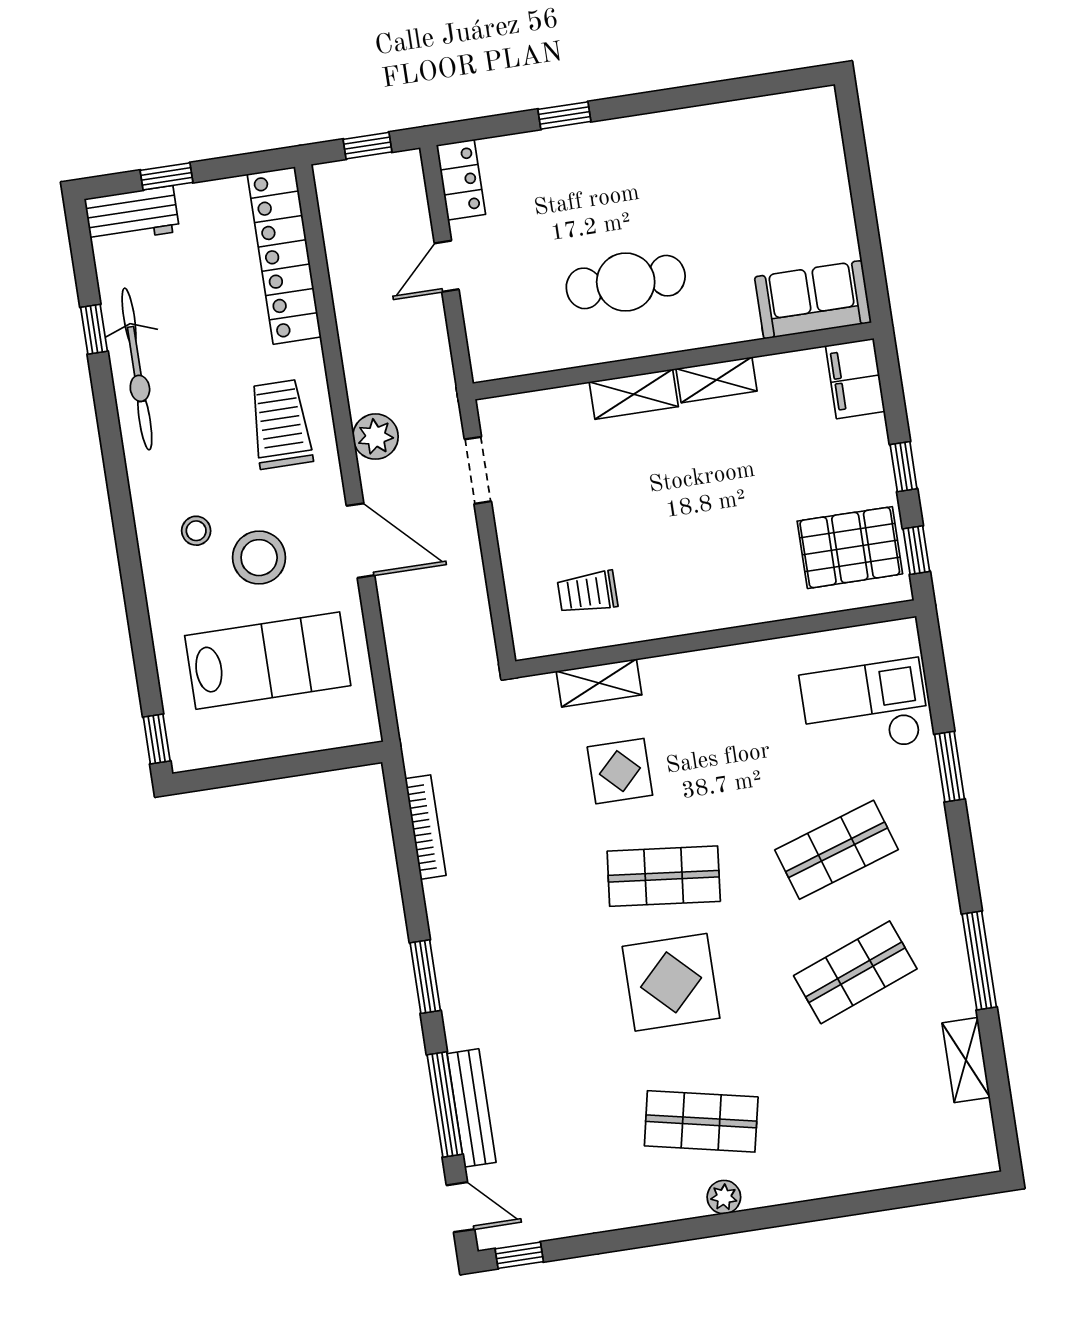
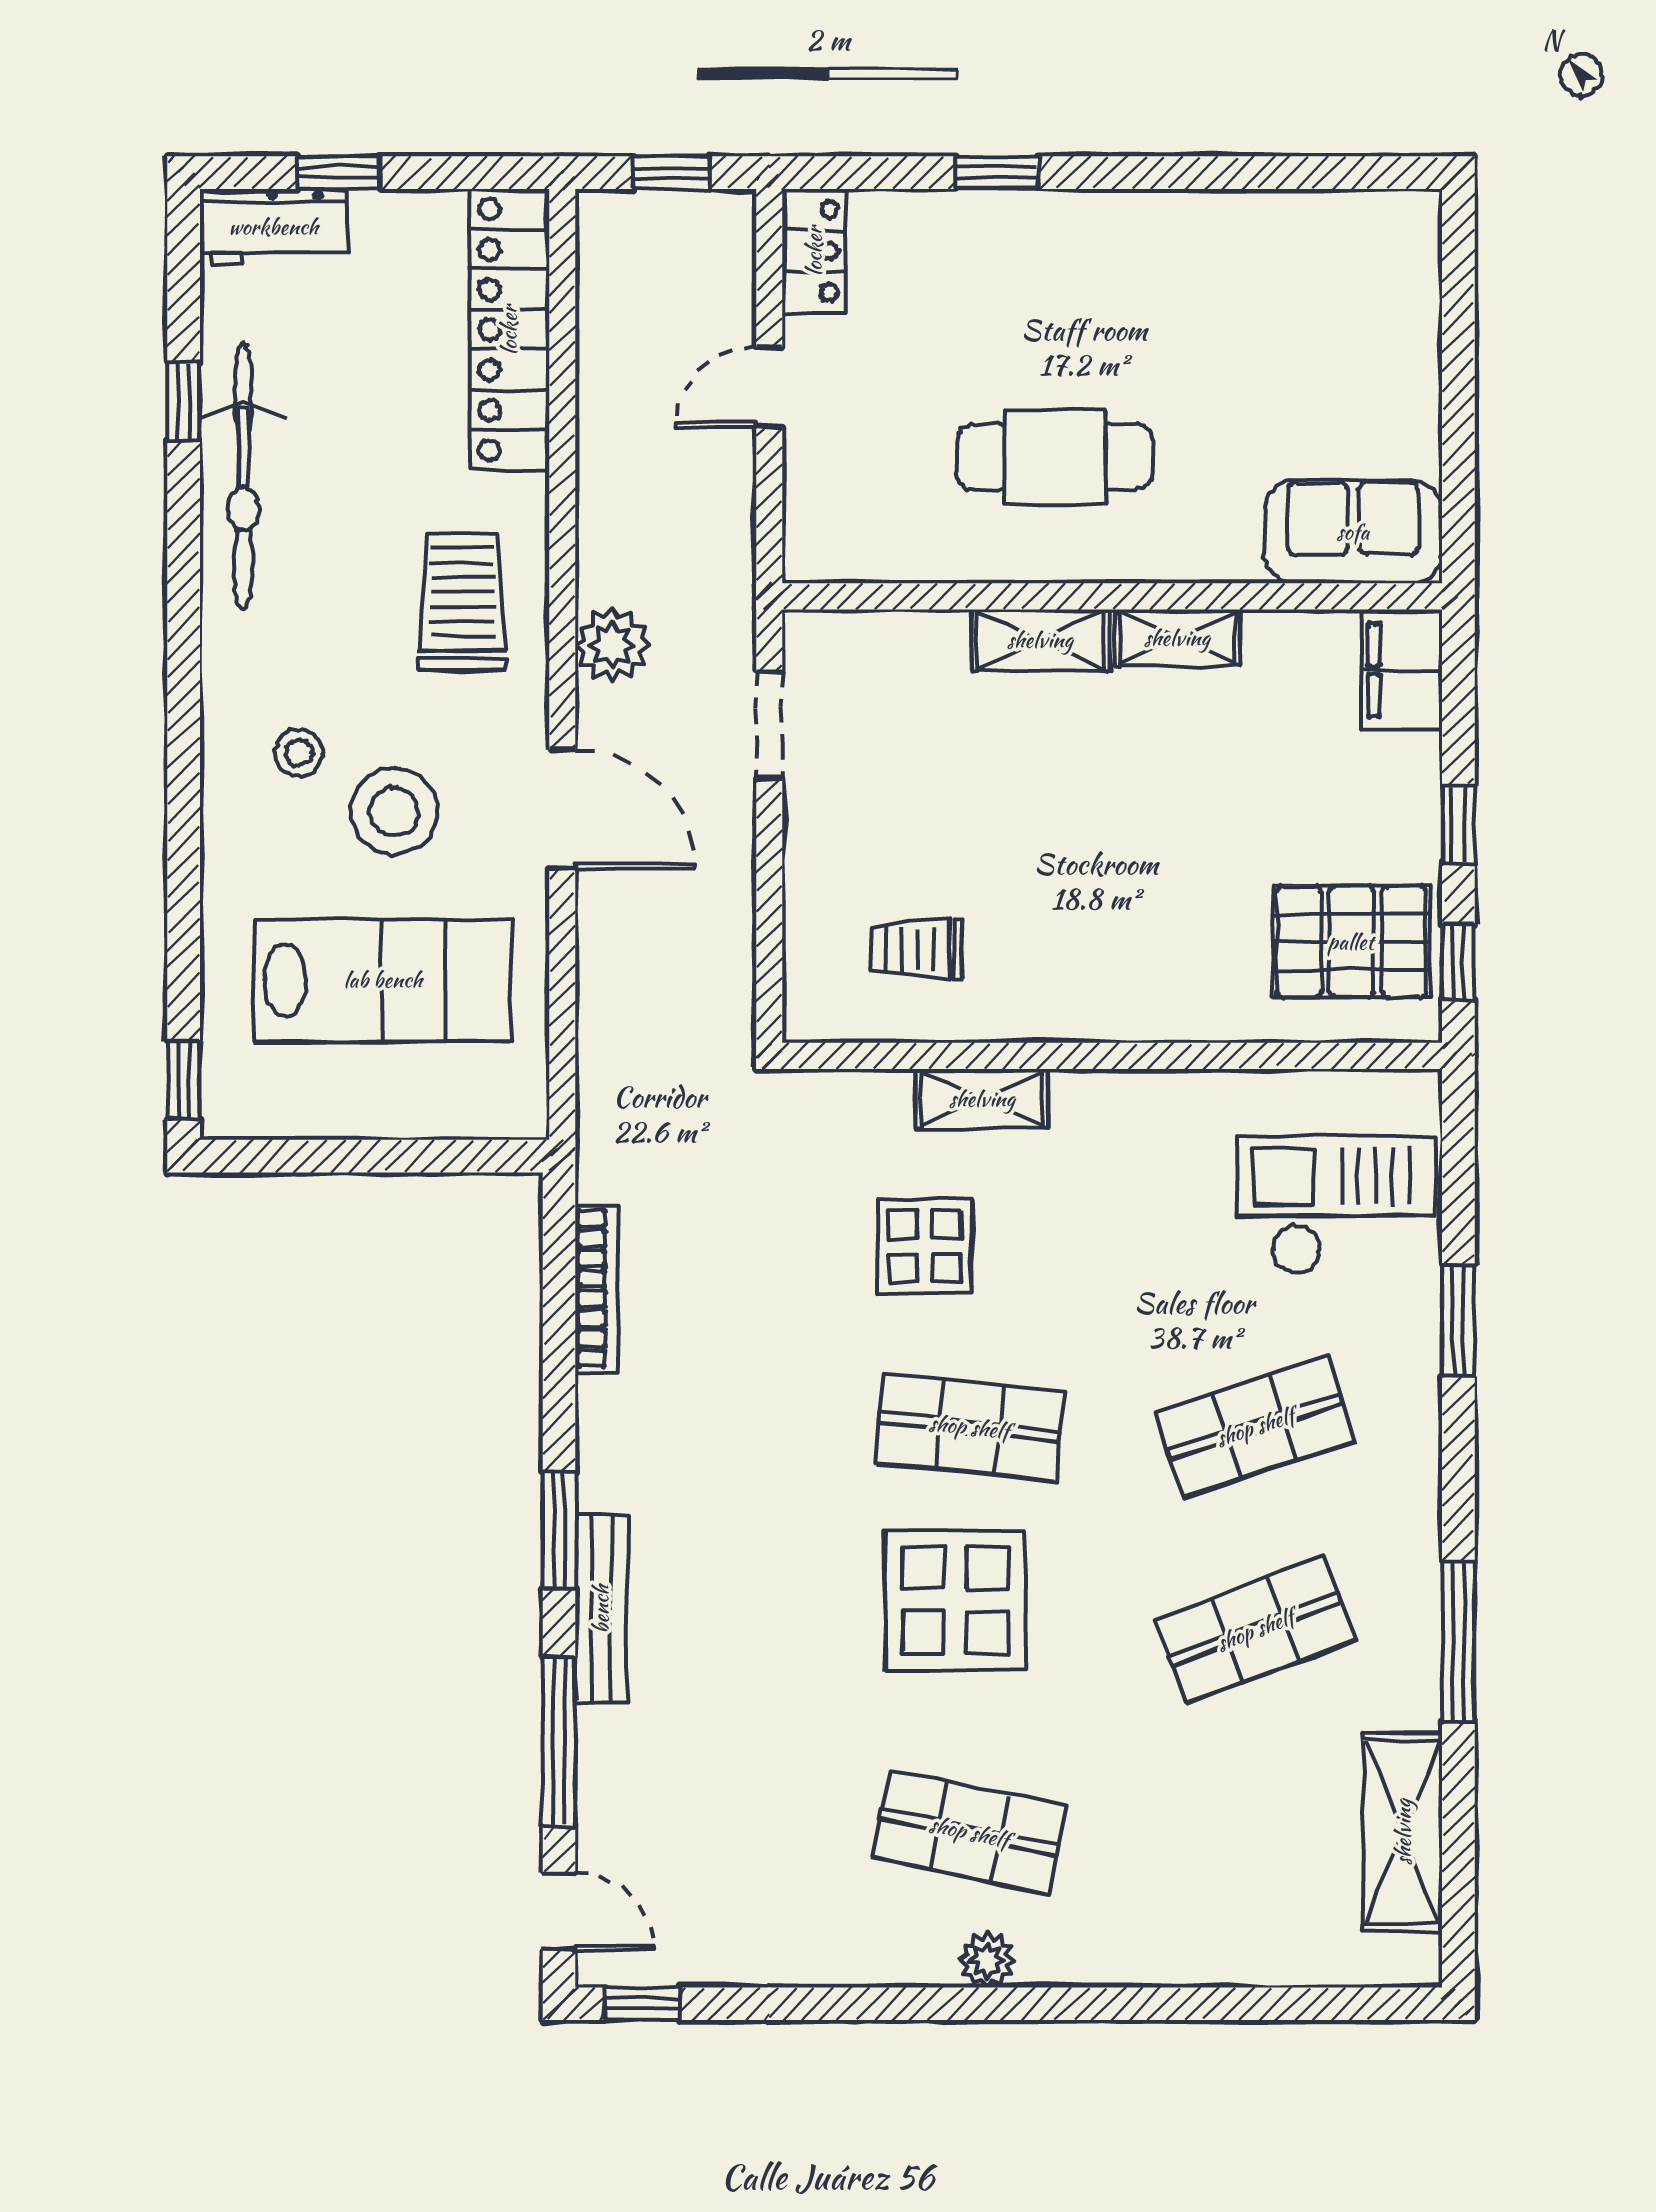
shelving: (599, 683) -> (982, 1099), moved
shelving: (966, 1060) -> (1403, 1832), width x1.50, depth x1.33
bench: (472, 1108) -> (601, 1609), moved

